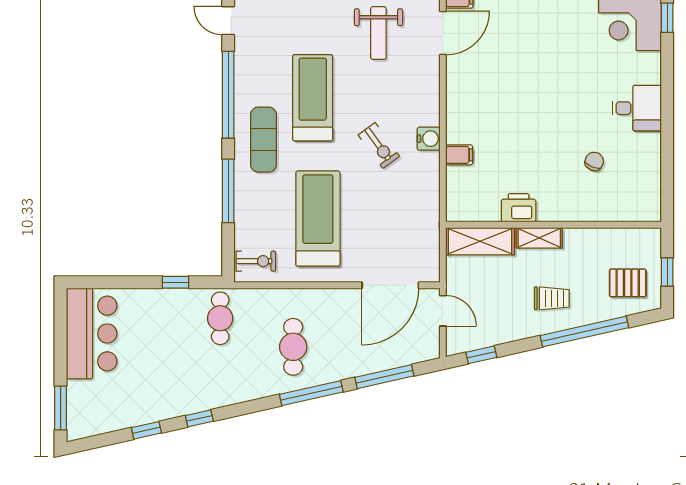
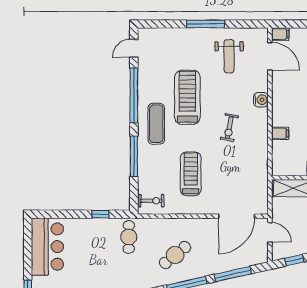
door: (228, 21) -> (134, 48), hinge flipped
door: (443, 33) -> (270, 56), hinge flipped
water cooler: (429, 139) -> (261, 100), moved
exercise bike: (379, 146) -> (229, 128), turned 47
treadmill: (318, 219) -> (191, 174), width x0.73, depth x0.73
cafe table: (293, 347) -> (175, 255), turned 51

